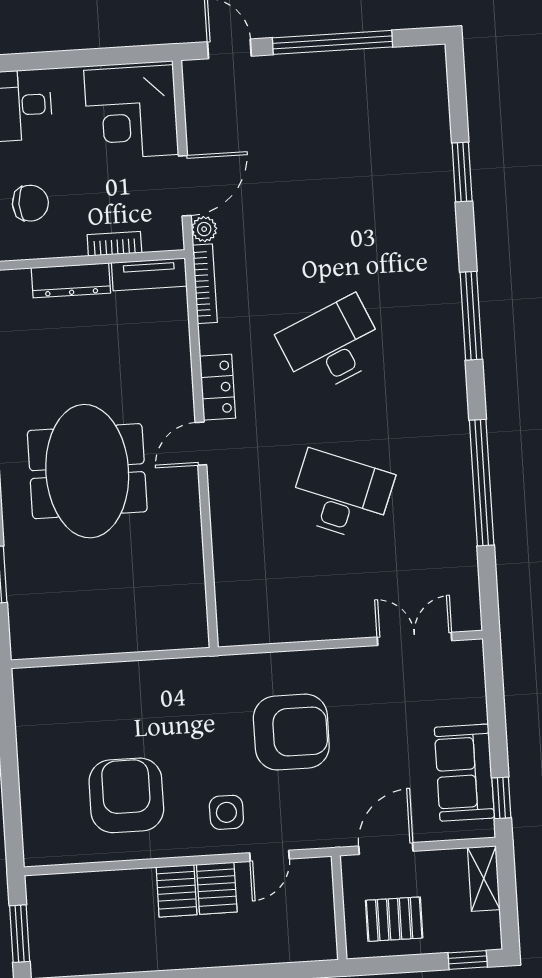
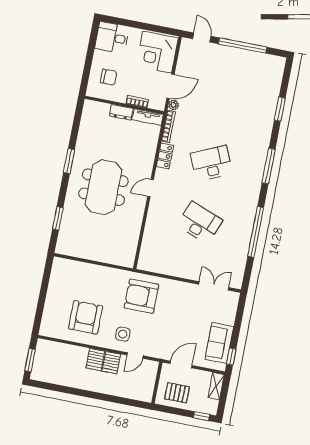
dresser: (71, 280) -> (121, 112), width x0.70
locker: (218, 387) -> (165, 156), moved
armchair: (291, 732) -> (141, 296), moved, turned 180

